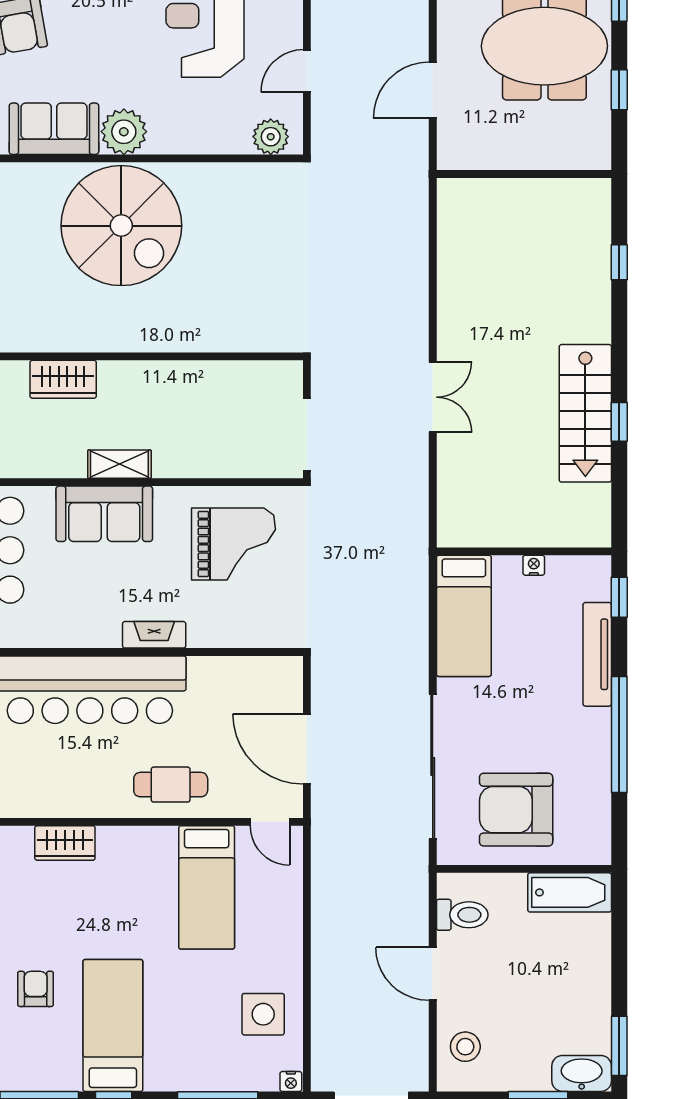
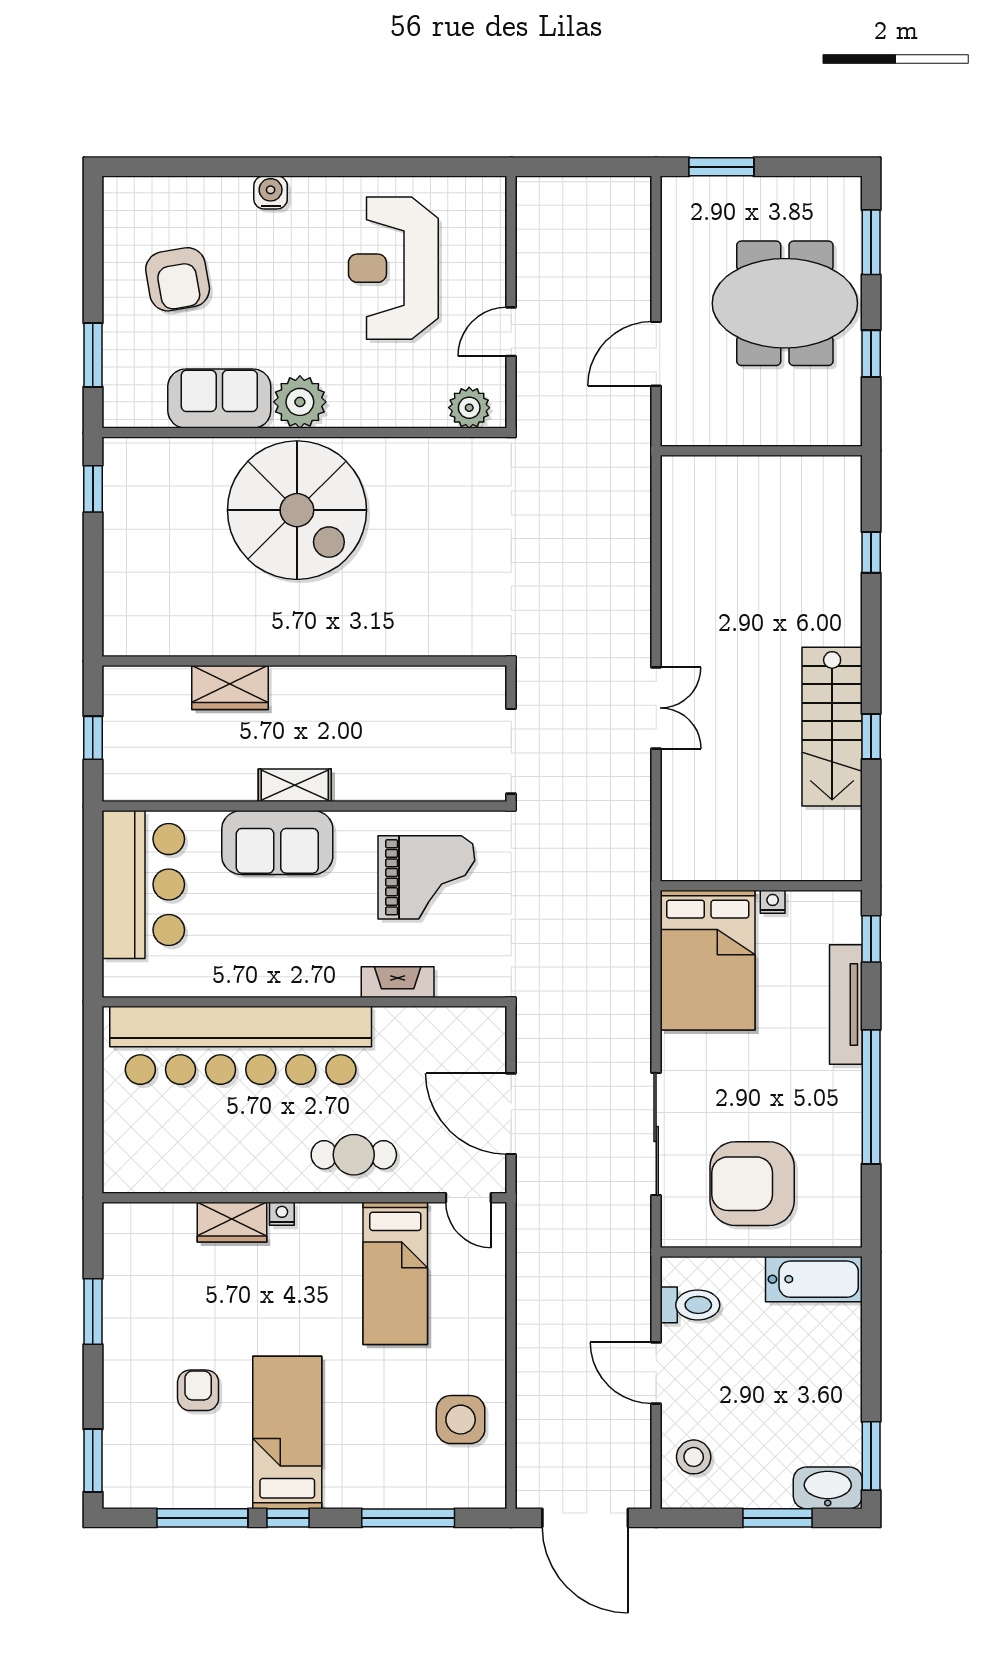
bed: (464, 616) -> (708, 960), width x1.50
fireplace: (154, 635) -> (398, 982), moved
sliding door: (433, 766) -> (656, 1134), width x0.73
nightstand: (291, 1081) -> (282, 1214), moved, turned 180

